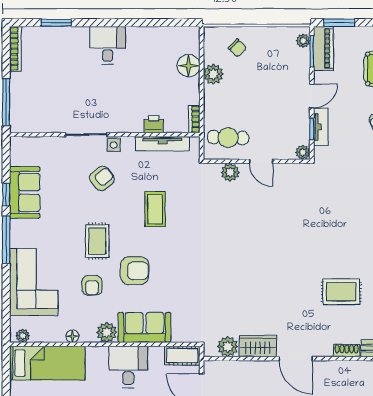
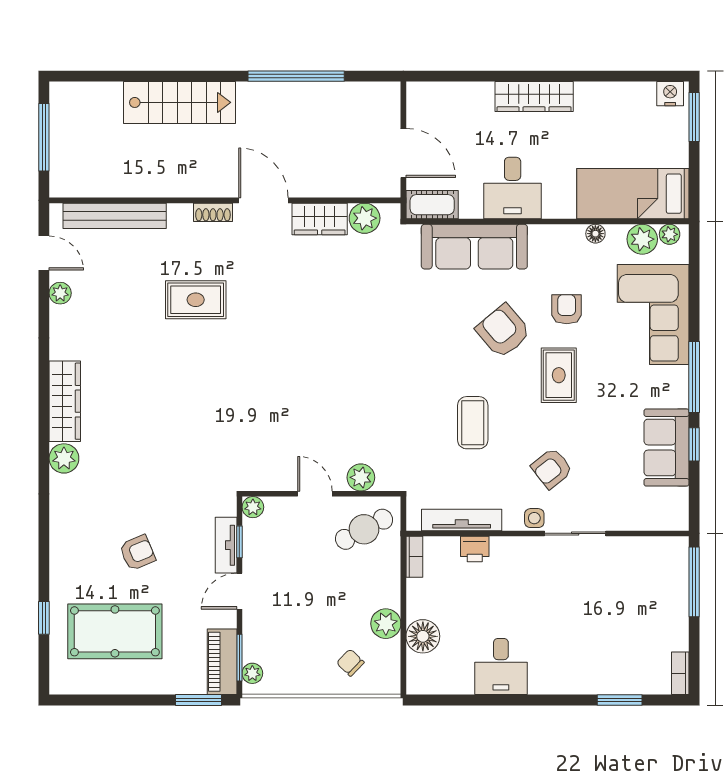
desk: (108, 45) -> (501, 667), moved
bookcase: (15, 49) -> (680, 673), width x0.64
cafe table: (228, 138) -> (364, 529), turned -30
armchair: (135, 271) -> (503, 331), turned 50
sofa: (145, 327) -> (474, 247), width x1.36
plant: (107, 332) -> (642, 239), moved
shoe rack: (347, 350) -> (213, 212), moved

